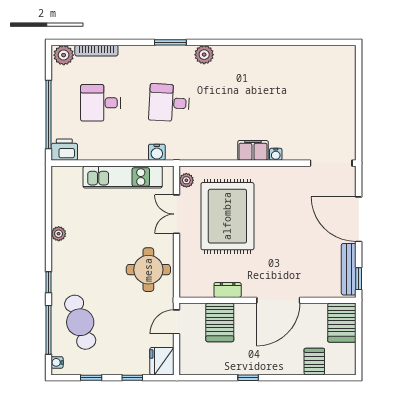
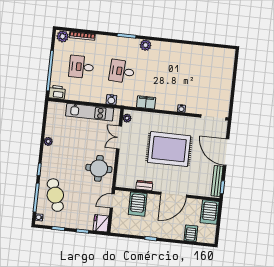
filing cabinet: (253, 150) -> (146, 102), moved
rug: (227, 216) -> (169, 149), moved, turned 90

